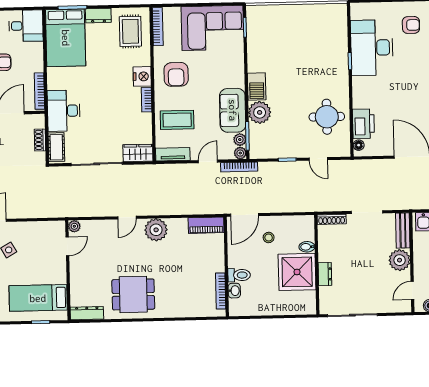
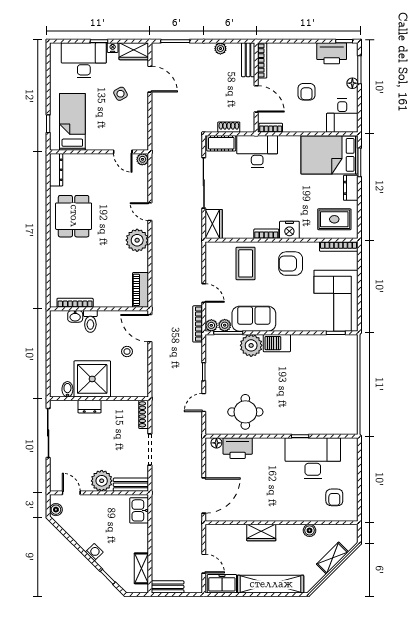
bookcase: (39, 91) -> (271, 128), width x0.64
tv unit: (173, 154) -> (212, 259), removed
bidet: (307, 247) -> (67, 389), moved

